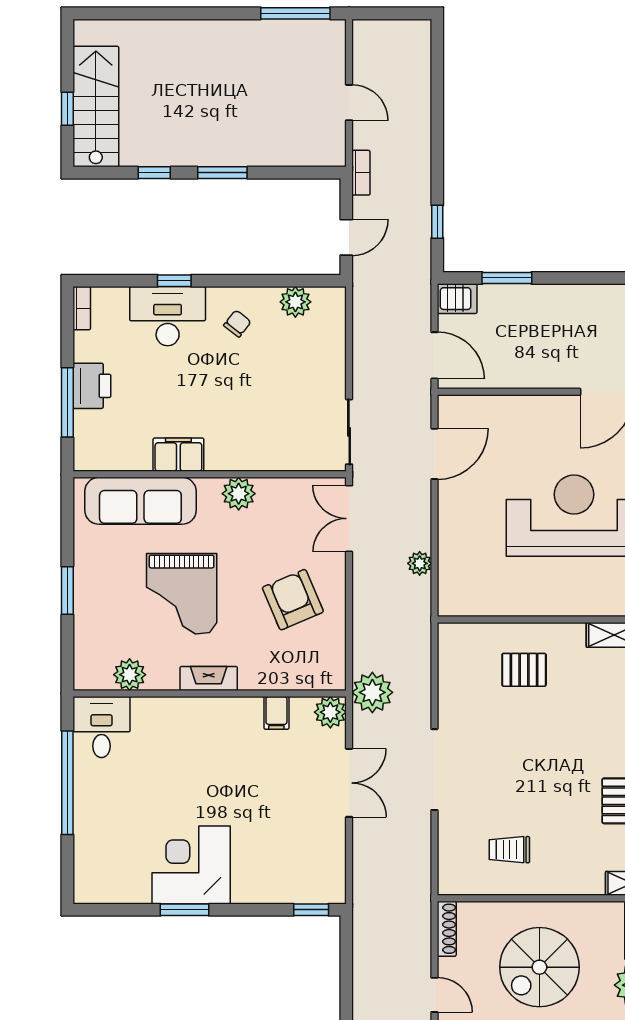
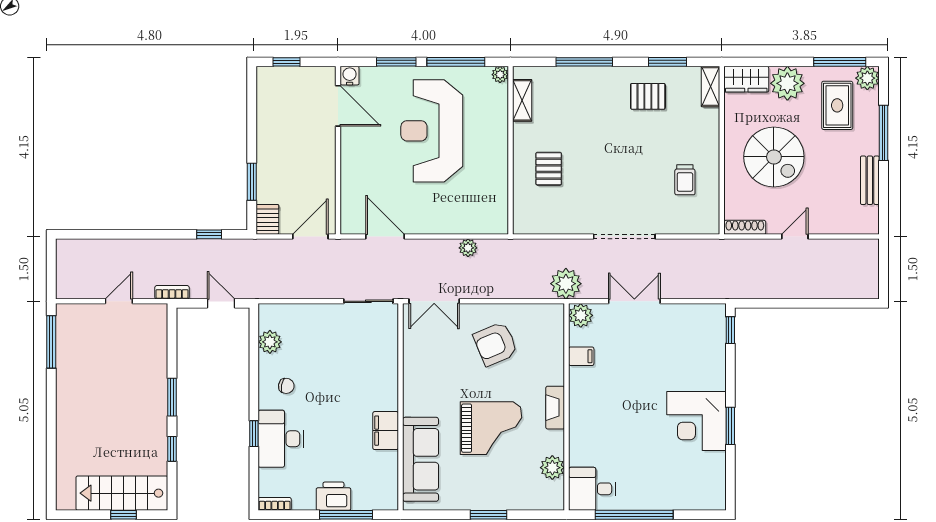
chair: (237, 324) -> (286, 386), turned 152
plant: (239, 494) -> (415, 385), removed

